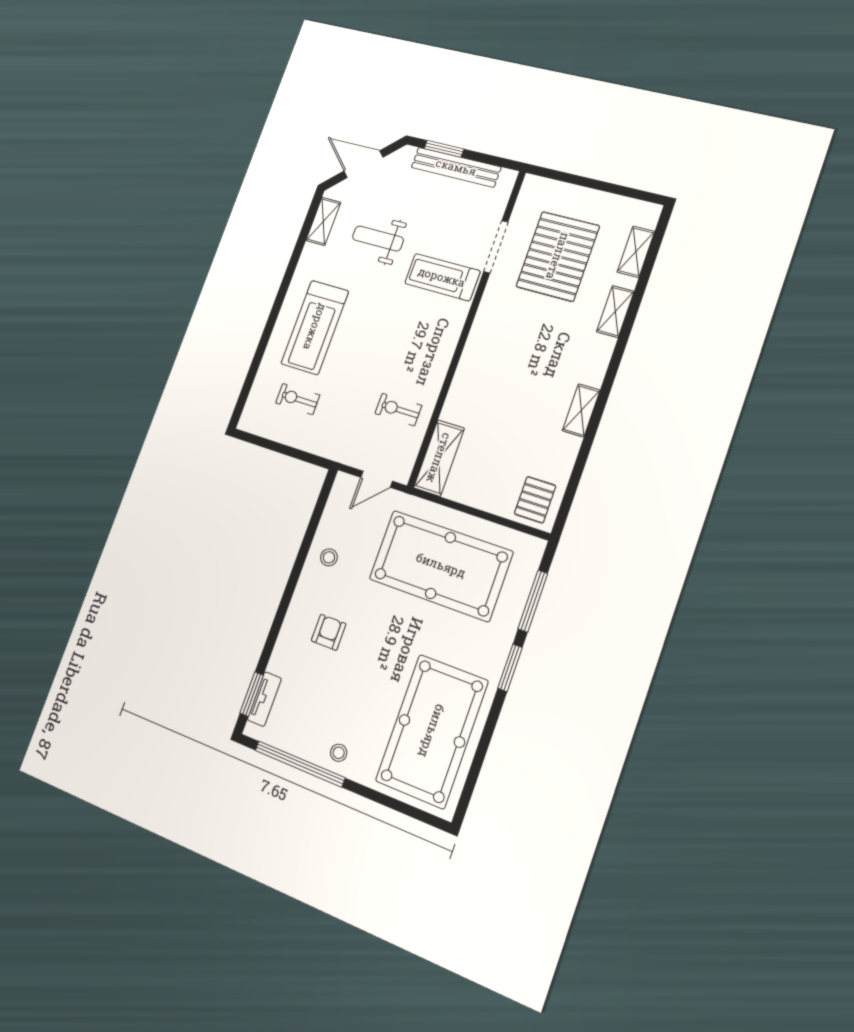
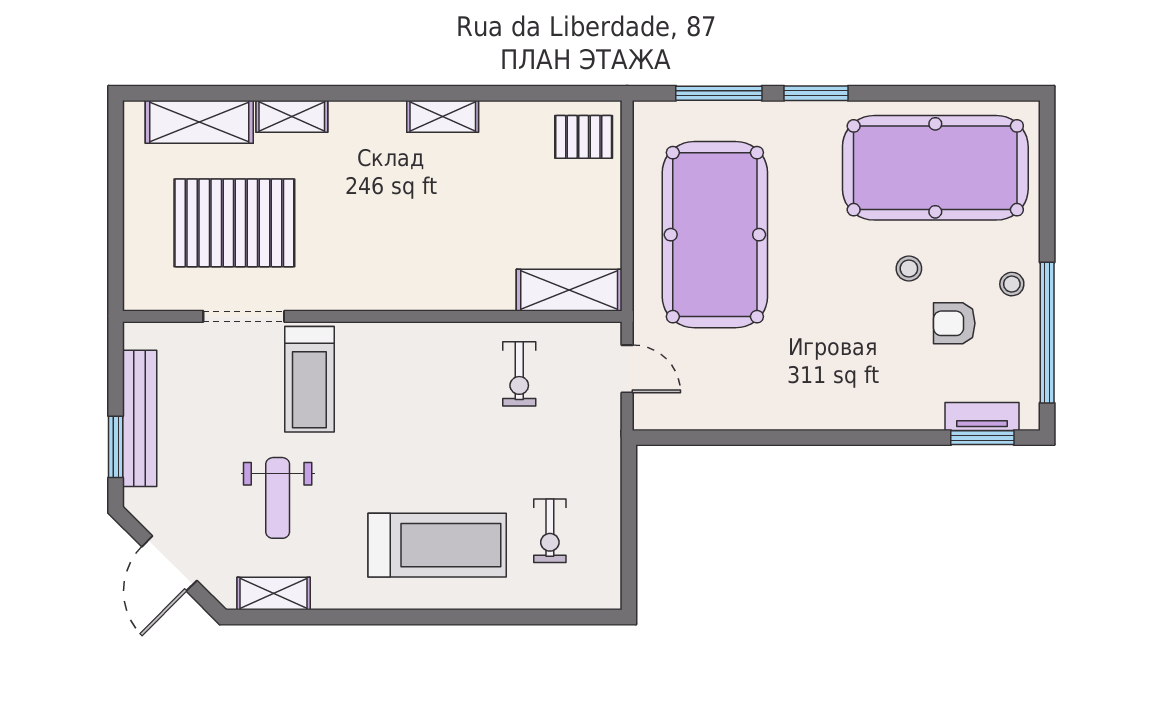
shelving: (636, 252) -> (199, 122), width x1.50, depth x1.33
stool: (329, 557) -> (909, 268), moved
armchair: (329, 632) -> (954, 323), moved

